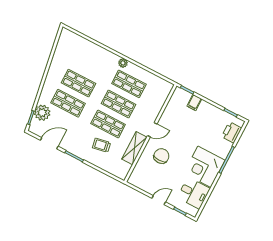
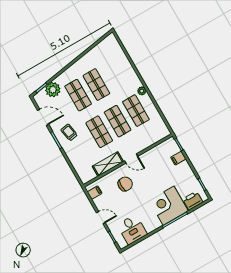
trolley: (101, 145) -> (69, 132), moved
corner desk: (204, 167) -> (169, 206), moved
filing cabinet: (139, 181) -> (95, 193), added

